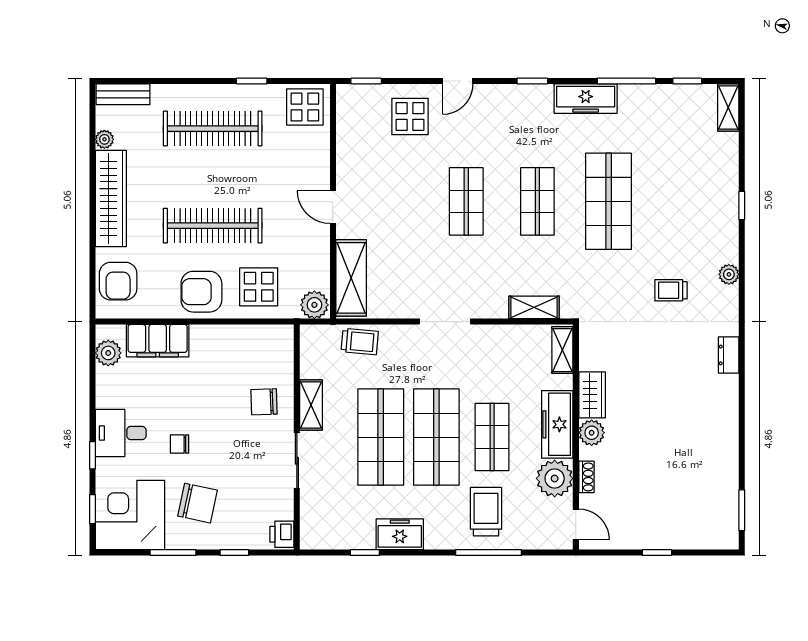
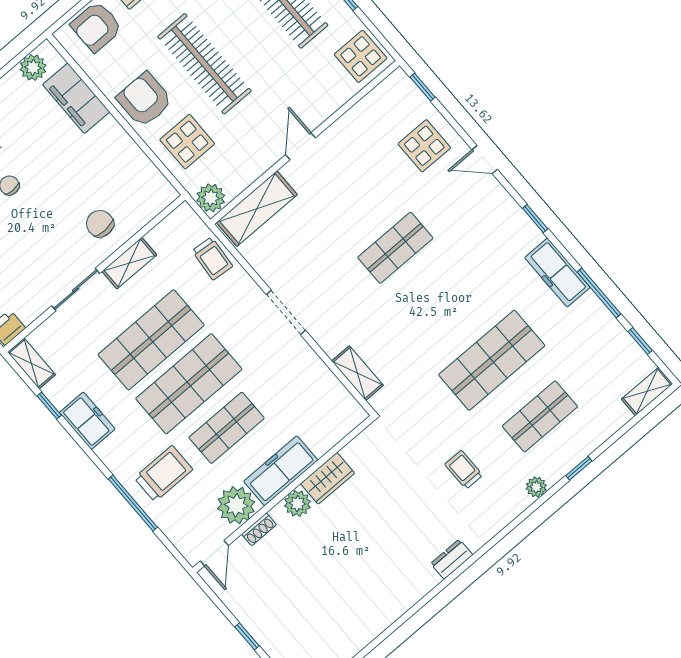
shop shelf: (537, 201) -> (540, 416), moved
plant: (729, 274) -> (536, 487), moved
shelving: (562, 350) -> (31, 363), moved, turned 90

